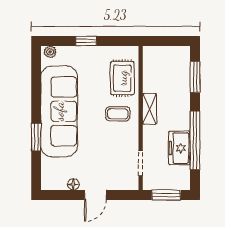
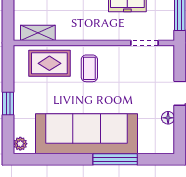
shelving: (149, 109) -> (38, 33), moved
window: (36, 137) -> (115, 159), width x1.44

